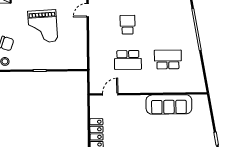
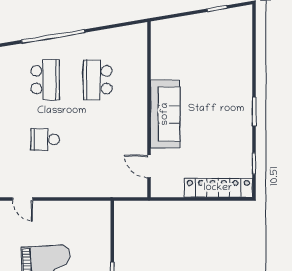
school desk: (128, 60) -> (45, 80), moved
sofa: (169, 104) -> (165, 114), moved

